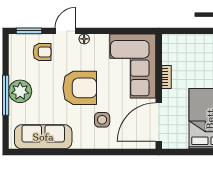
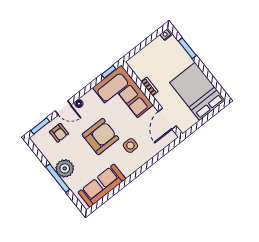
door: (65, 31) -> (63, 108), swing flipped
window: (138, 31) -> (109, 72), added
armchair: (42, 52) -> (59, 133), turned 90
door: (159, 122) -> (167, 119), width x0.73

